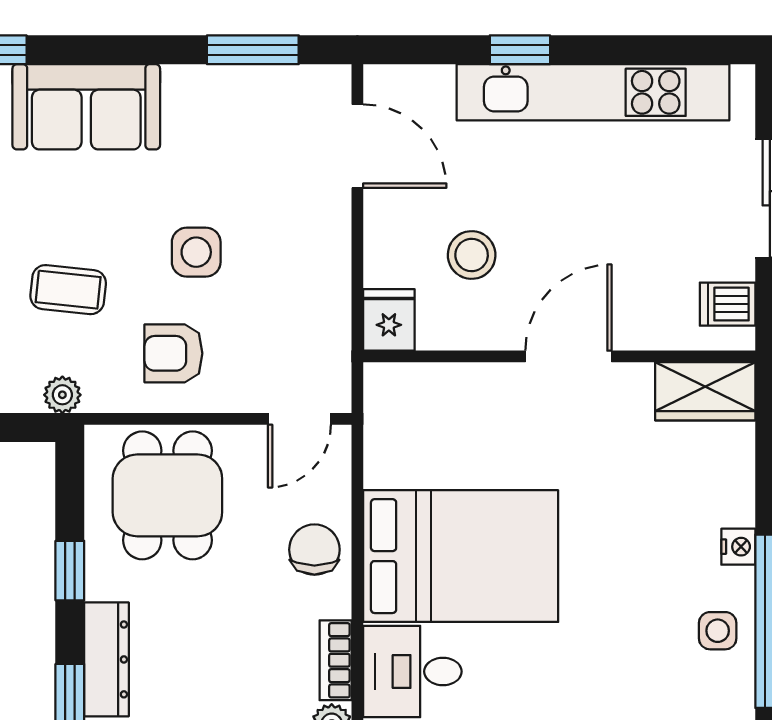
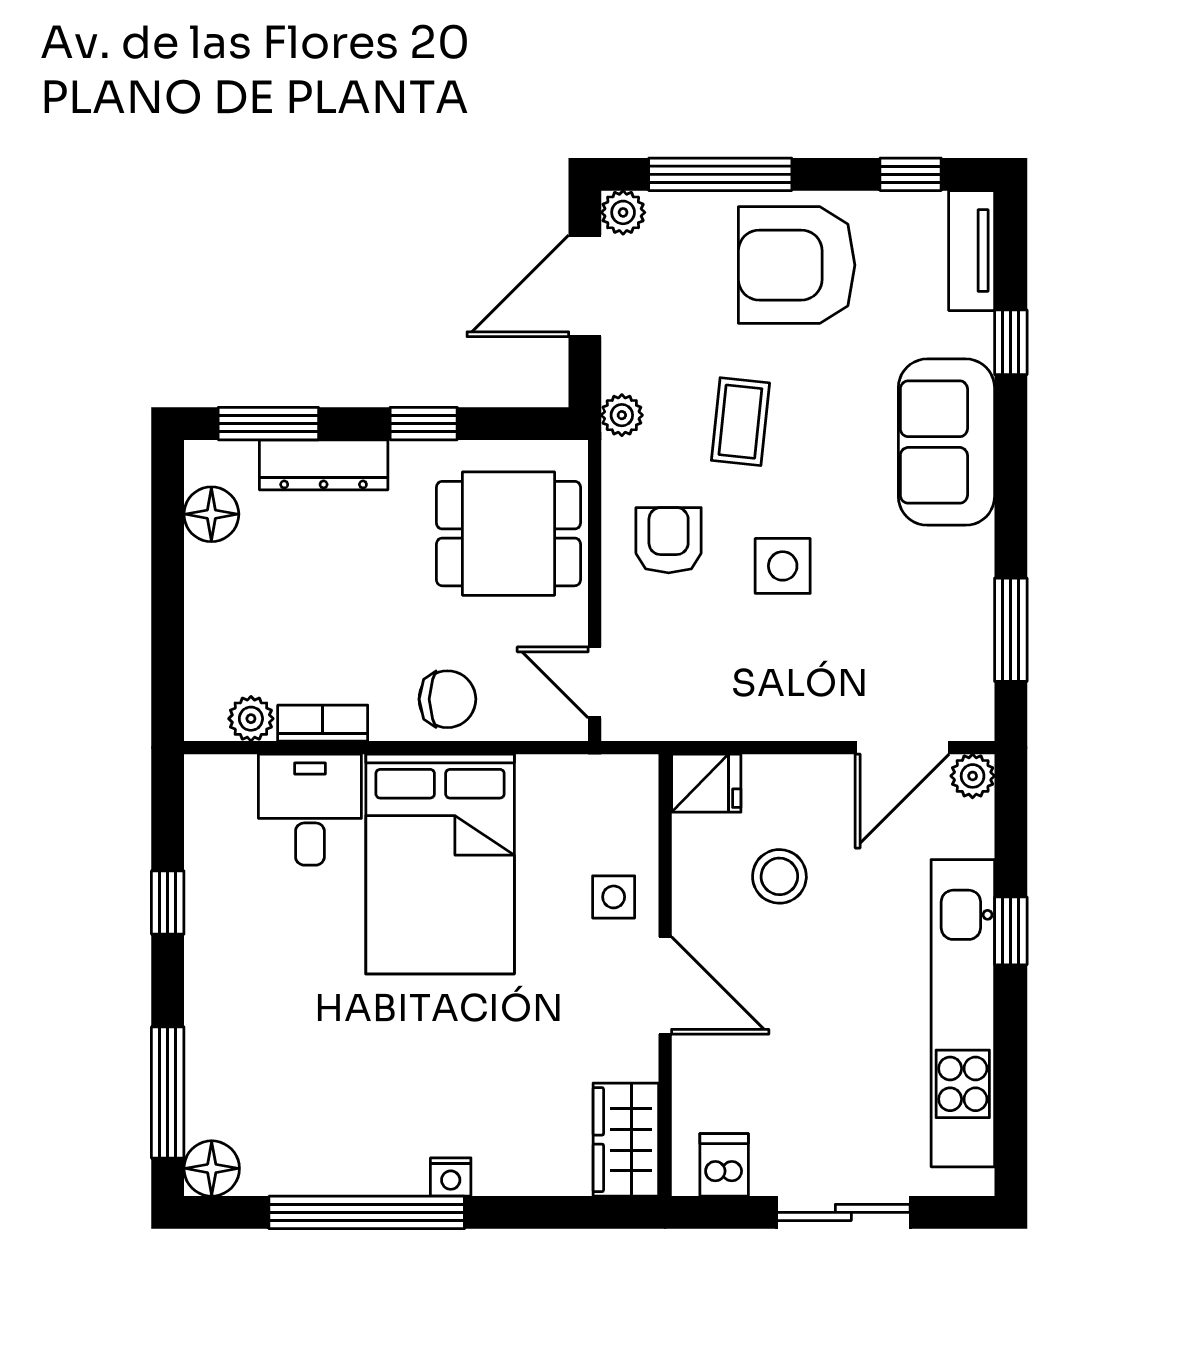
plant: (383, 84) -> (973, 776), added
side table: (718, 631) -> (614, 897), moved

